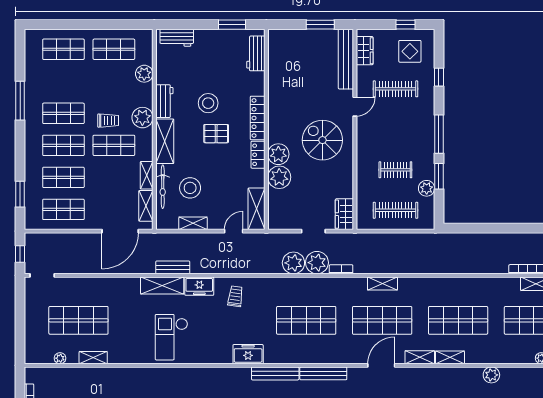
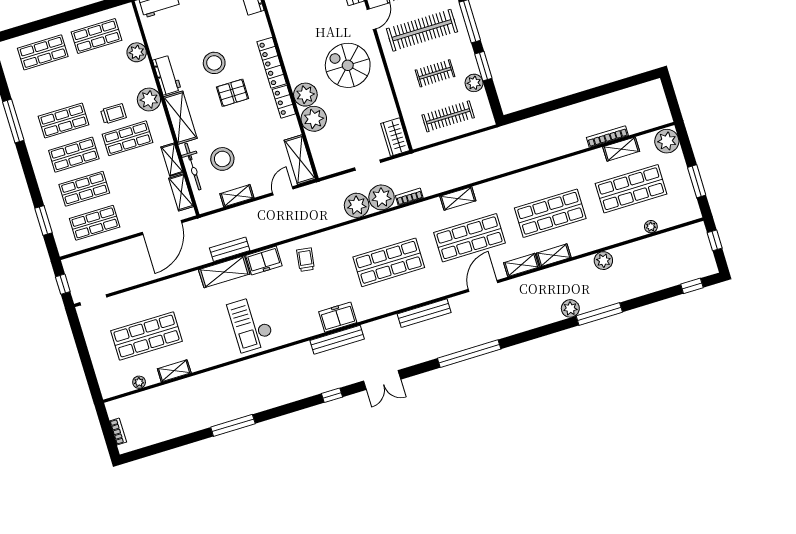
clothes rail: (395, 129) -> (422, 30), added
bench: (275, 373) -> (337, 340), moved

